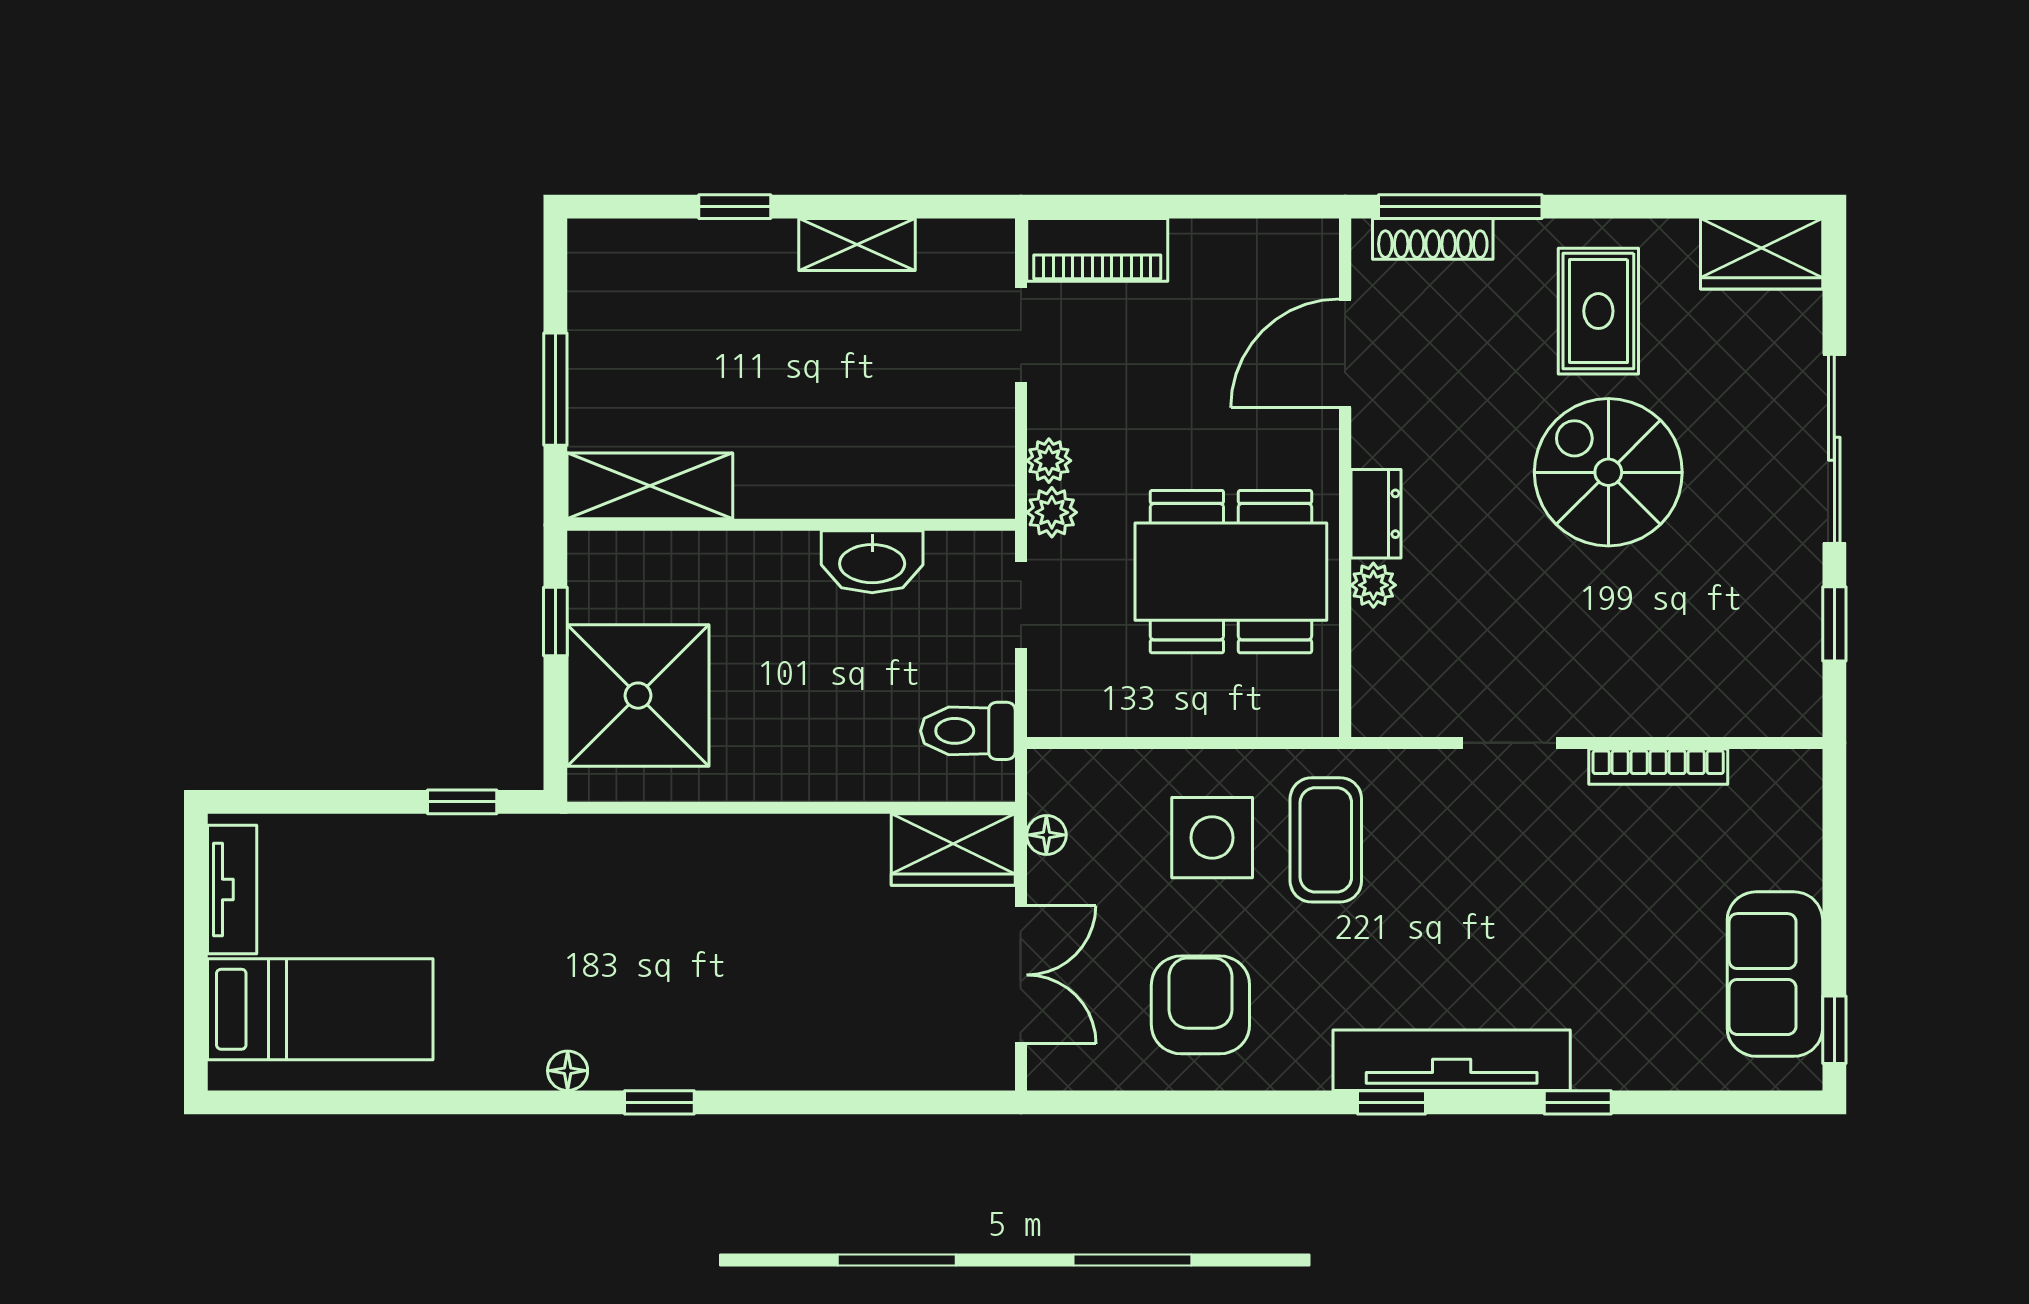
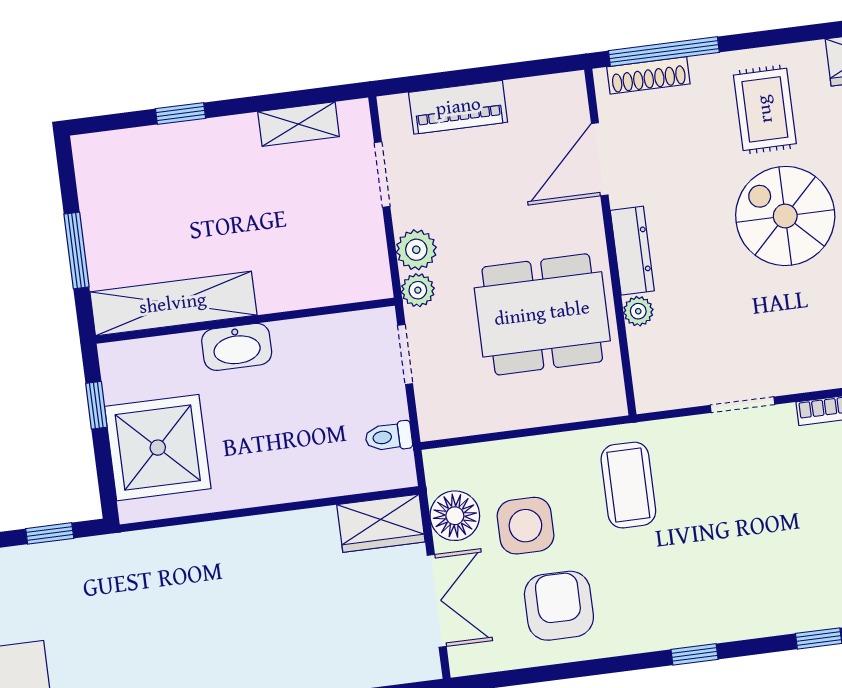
shelving: (857, 245) -> (299, 124), moved
piano: (1097, 250) -> (458, 107), moved
plant: (1049, 461) -> (416, 250), width x1.38, depth x1.38
shelving: (650, 486) -> (173, 304), width x1.47
dresser: (1376, 514) -> (632, 251), width x1.44
washbasin: (872, 562) -> (237, 347), moved
toilet: (968, 731) -> (389, 437), width x0.73, depth x0.72
floor lamp: (1046, 835) -> (455, 516), width x1.89, depth x1.89
side table: (1212, 838) -> (525, 526), moved
tv unit: (1452, 1060) -> (731, 621), removed

